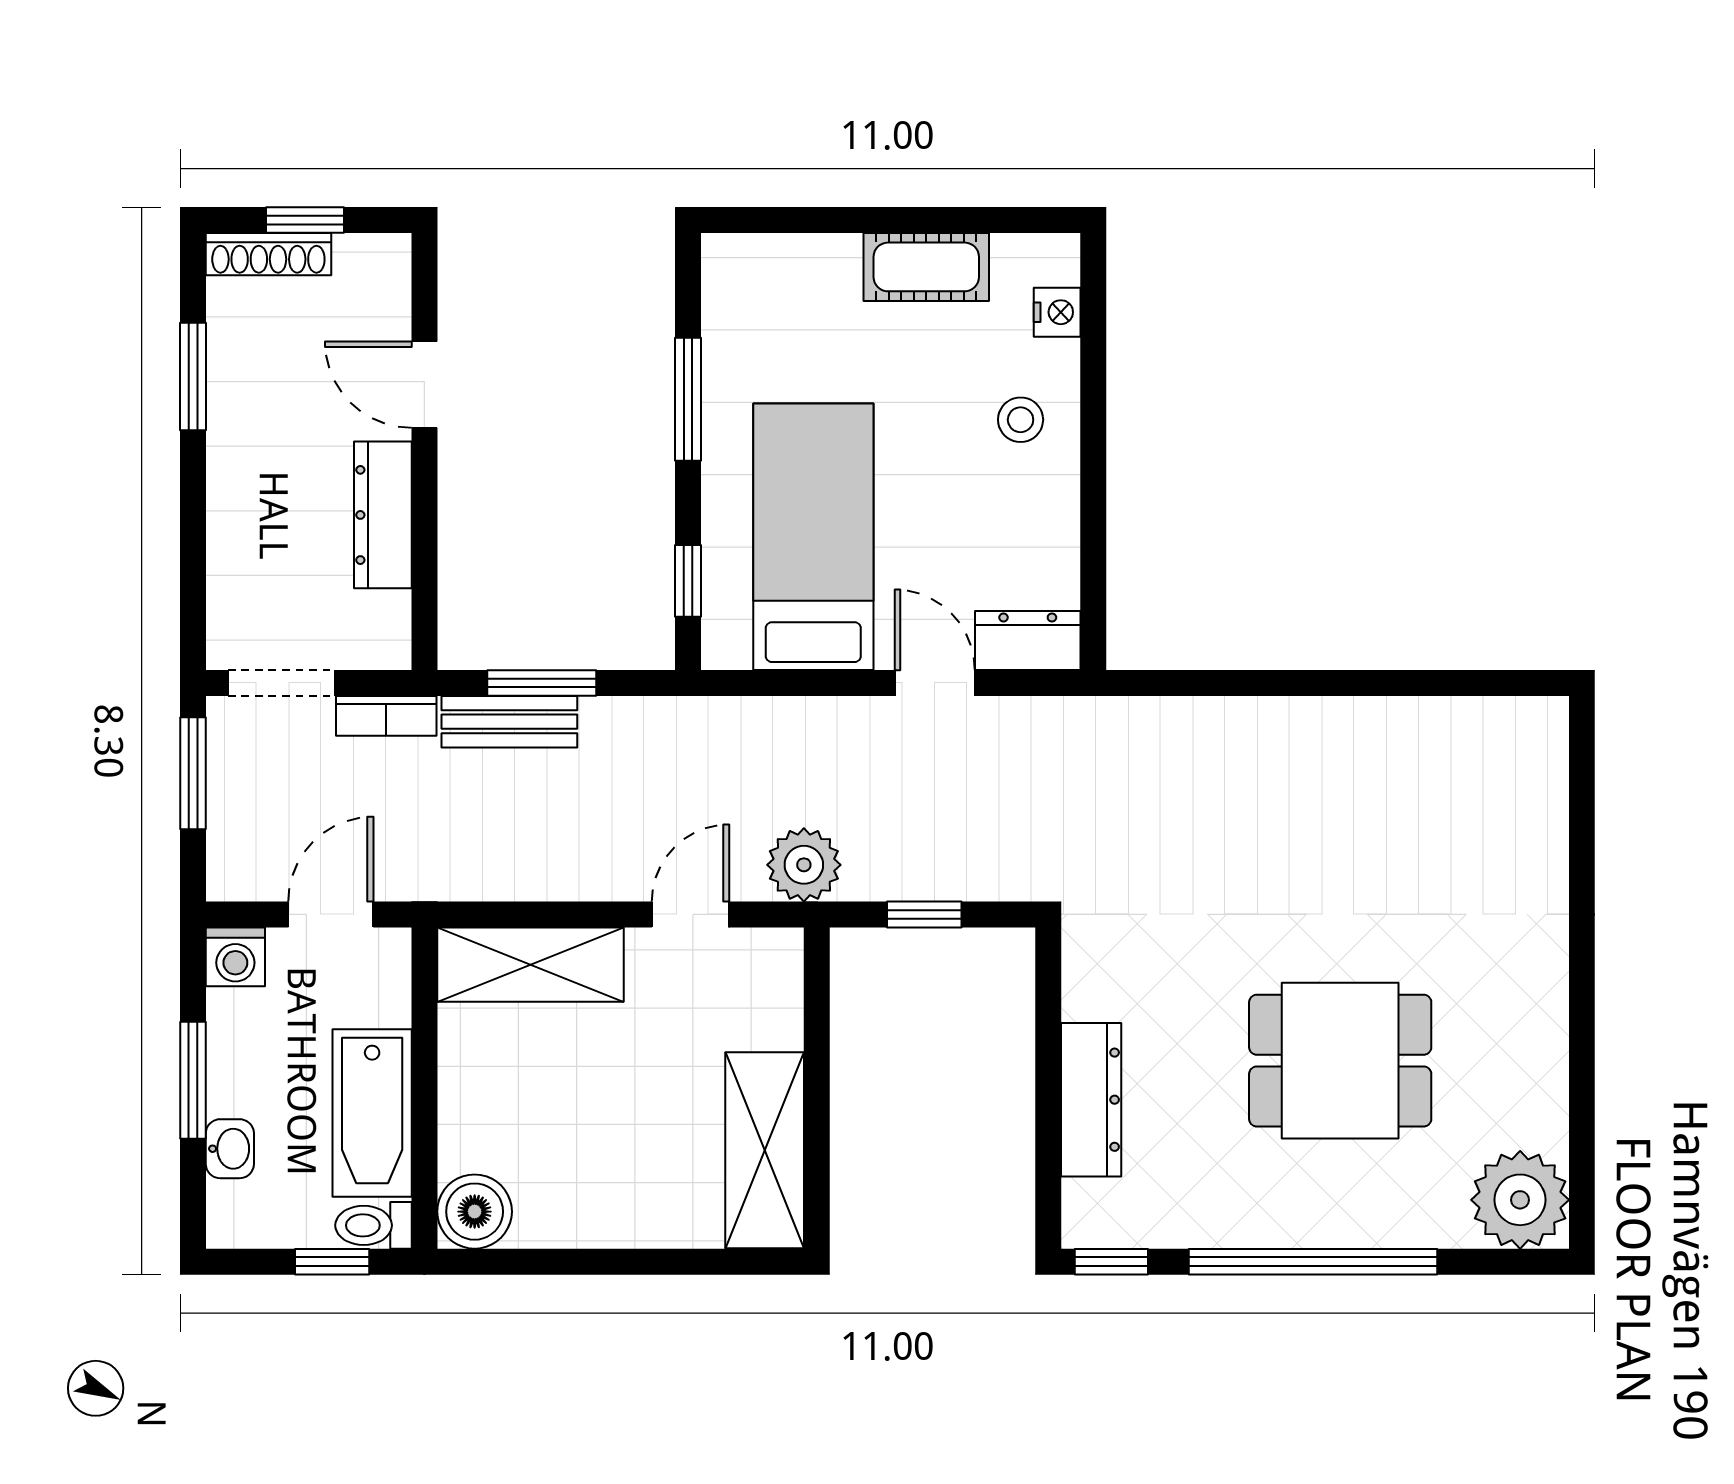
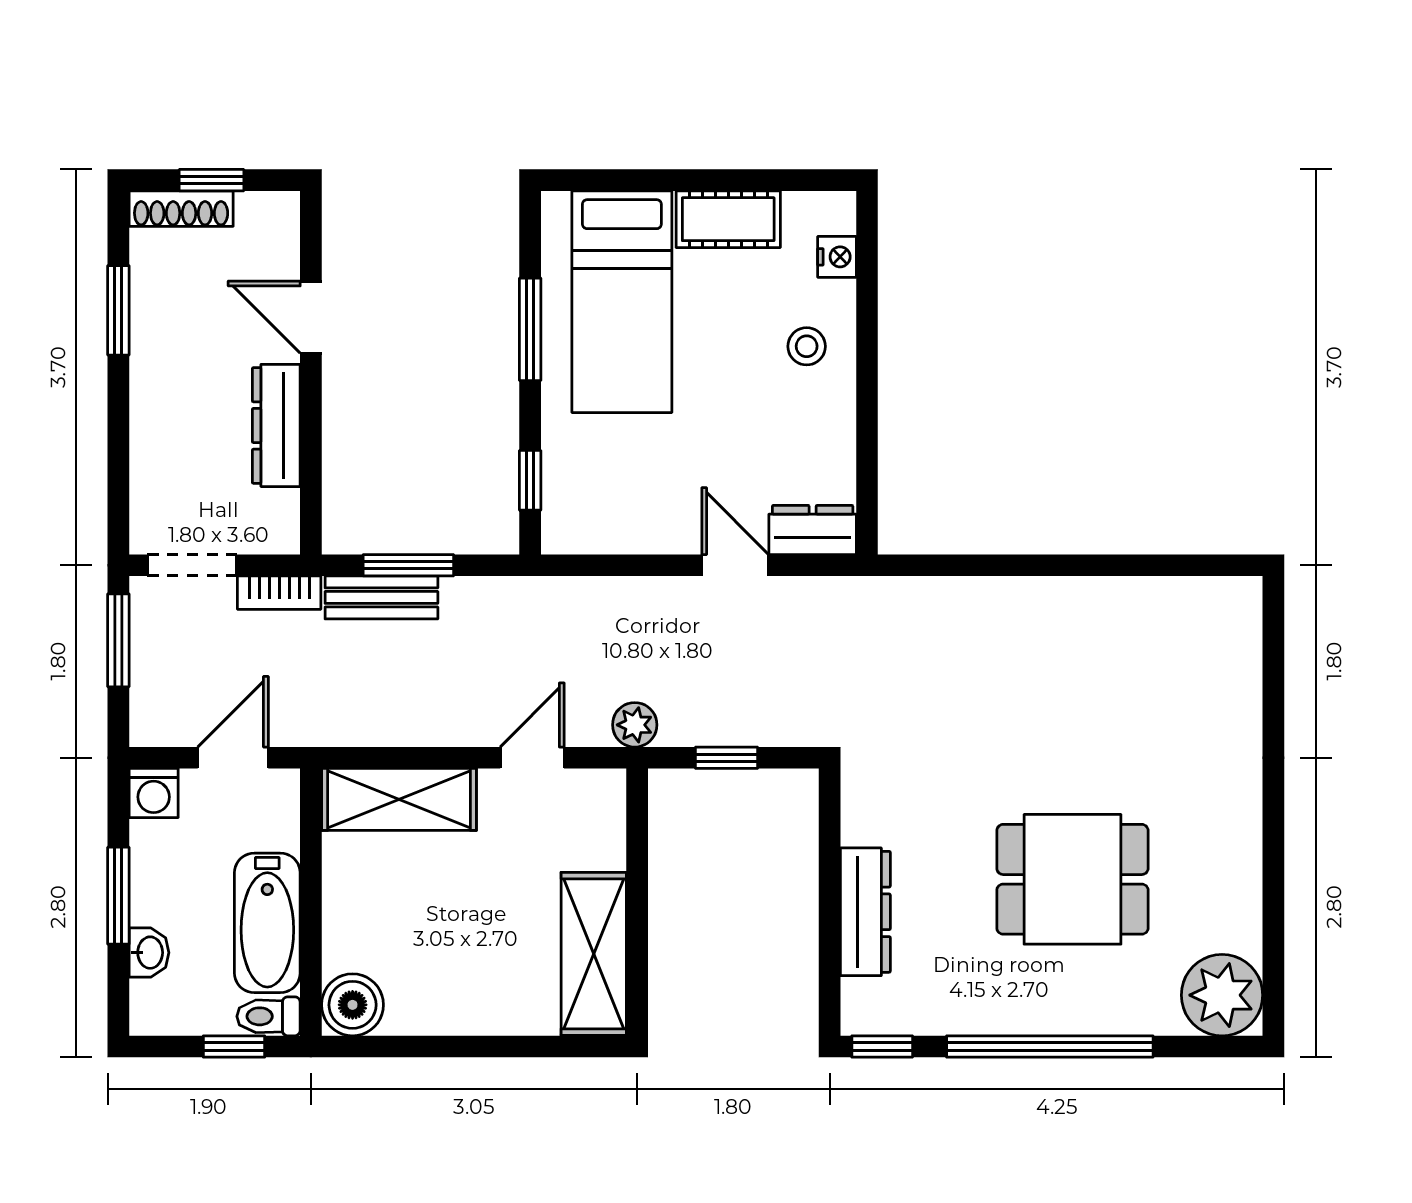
bed: (813, 537) -> (622, 302), moved, turned 180
plant: (804, 865) -> (635, 725), width x0.73, depth x0.73

